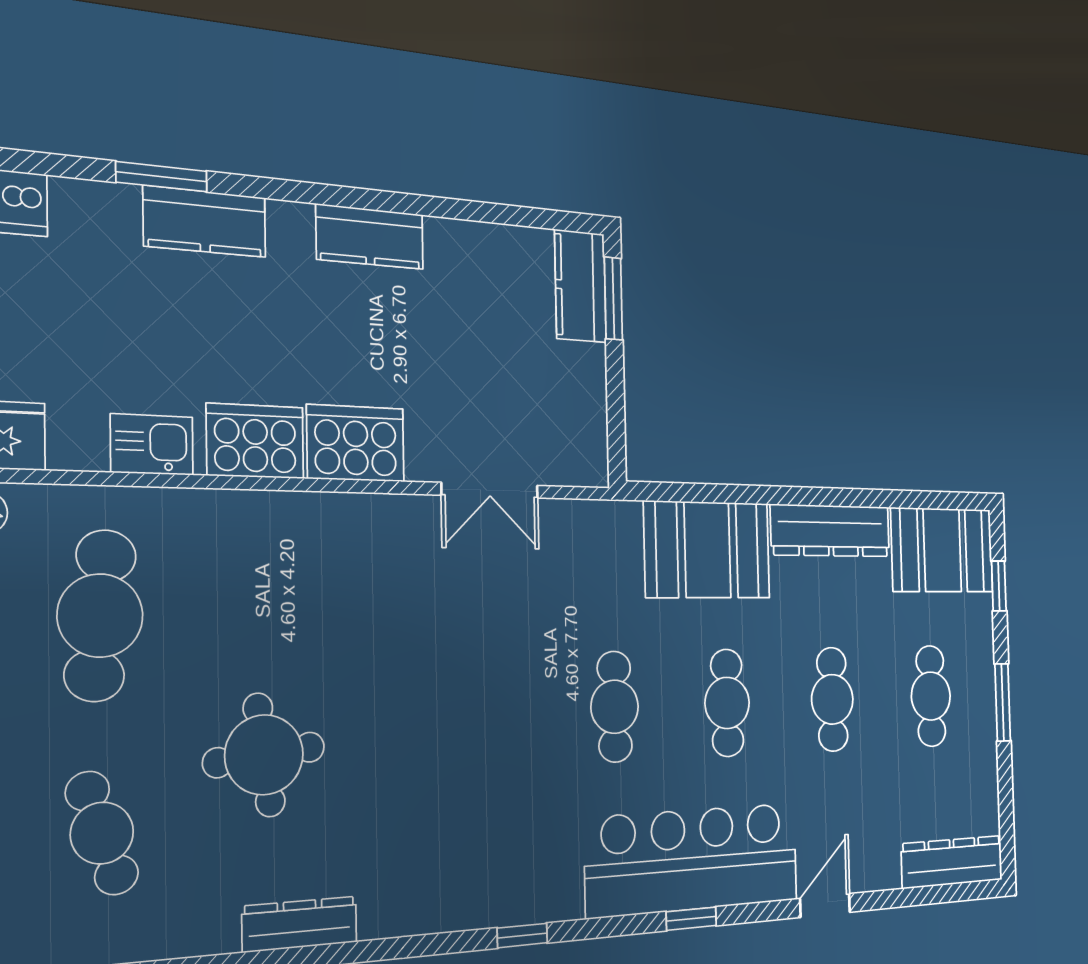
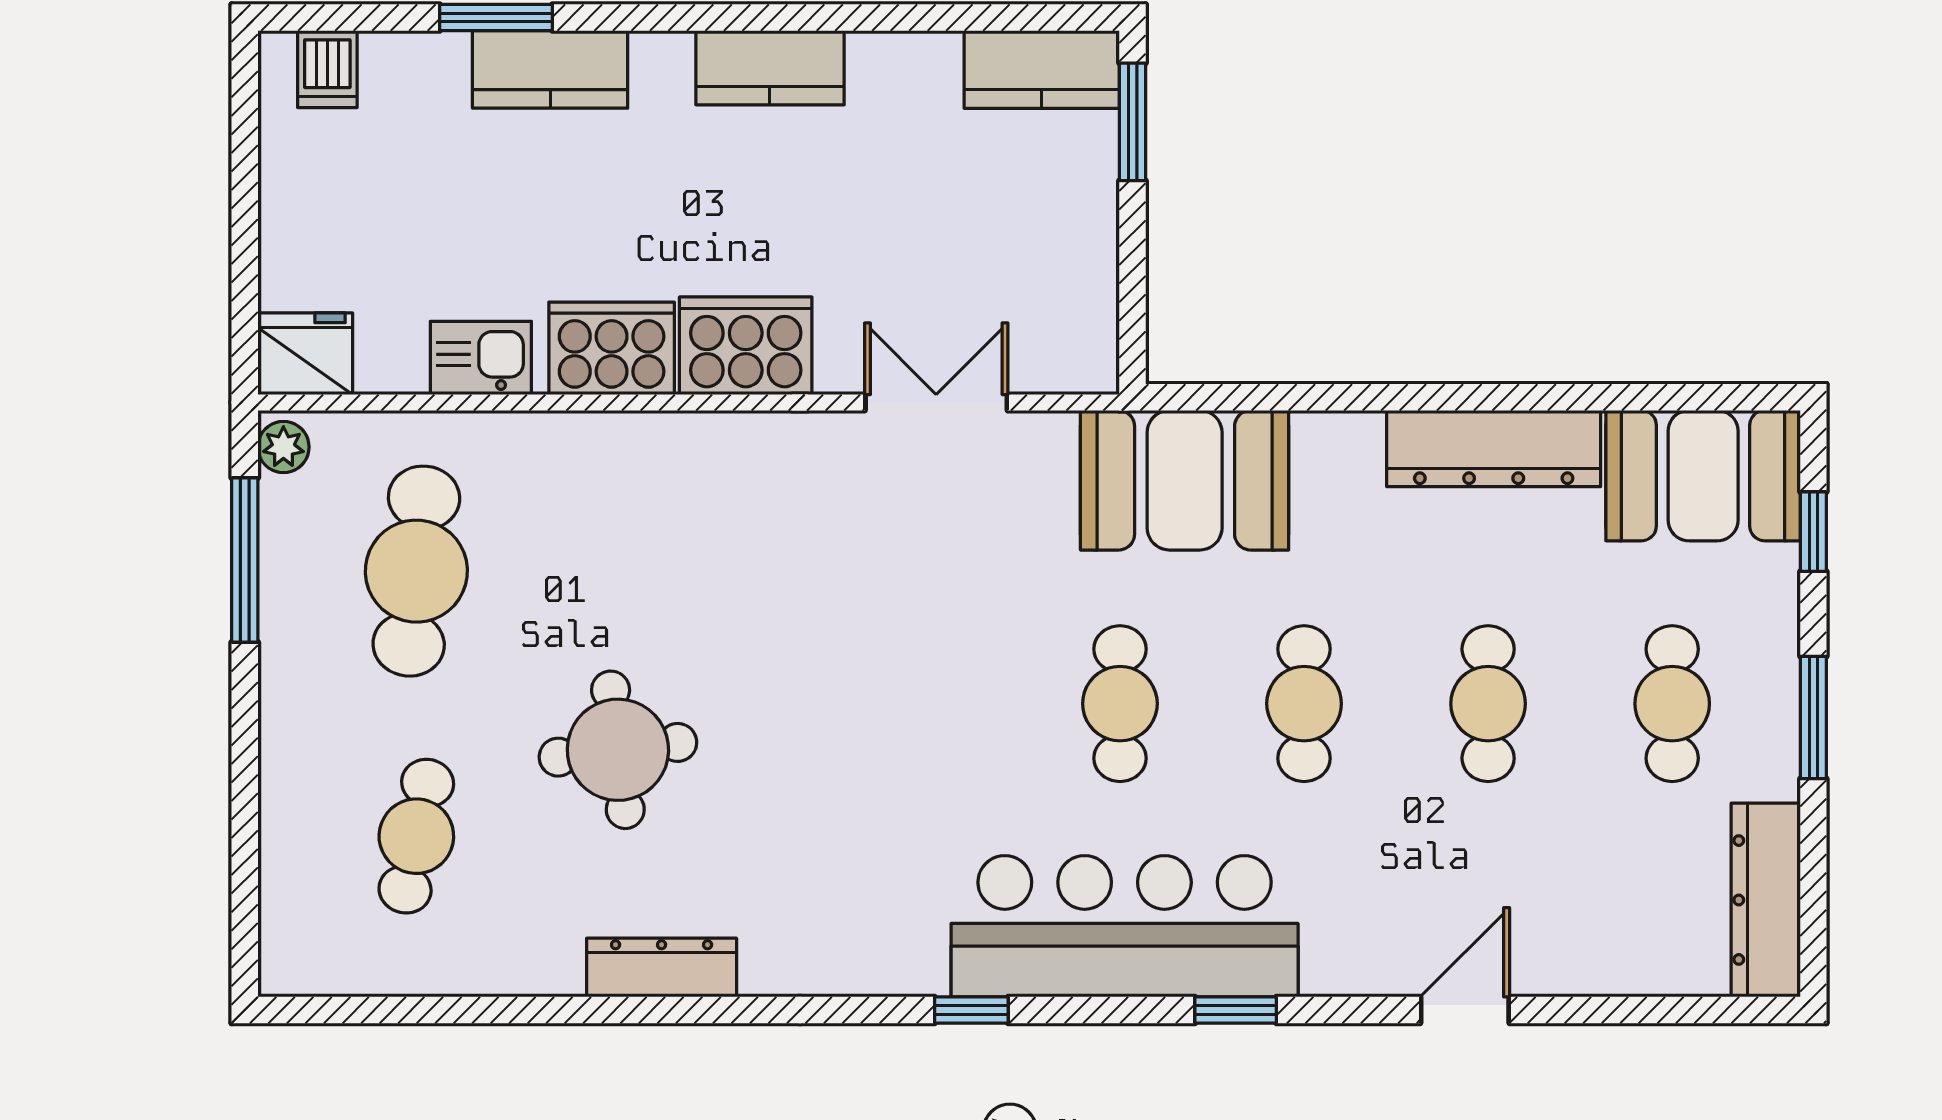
kitchen counter: (580, 286) -> (1042, 69), moved, turned -90
double door: (490, 490) -> (936, 402), swing flipped
booth: (707, 550) -> (1185, 480), moved
cafe table: (102, 833) -> (416, 836), turned 30
bar counter: (693, 860) -> (1125, 926), moved
dresser: (952, 862) -> (1766, 900), moved, turned -90

